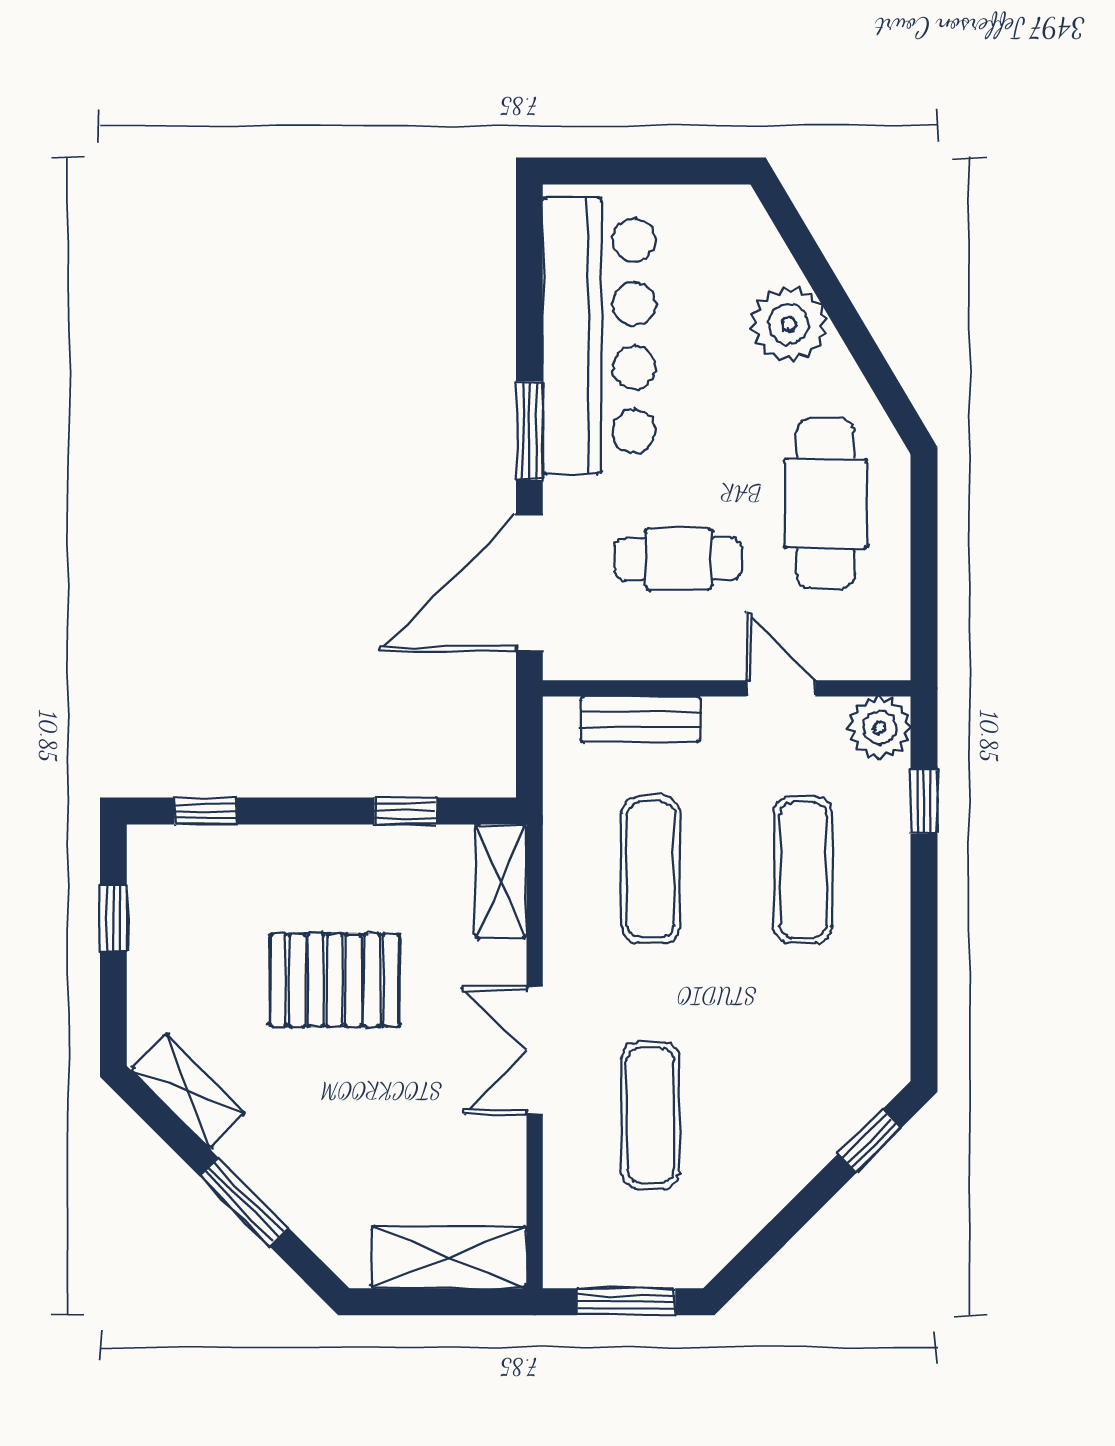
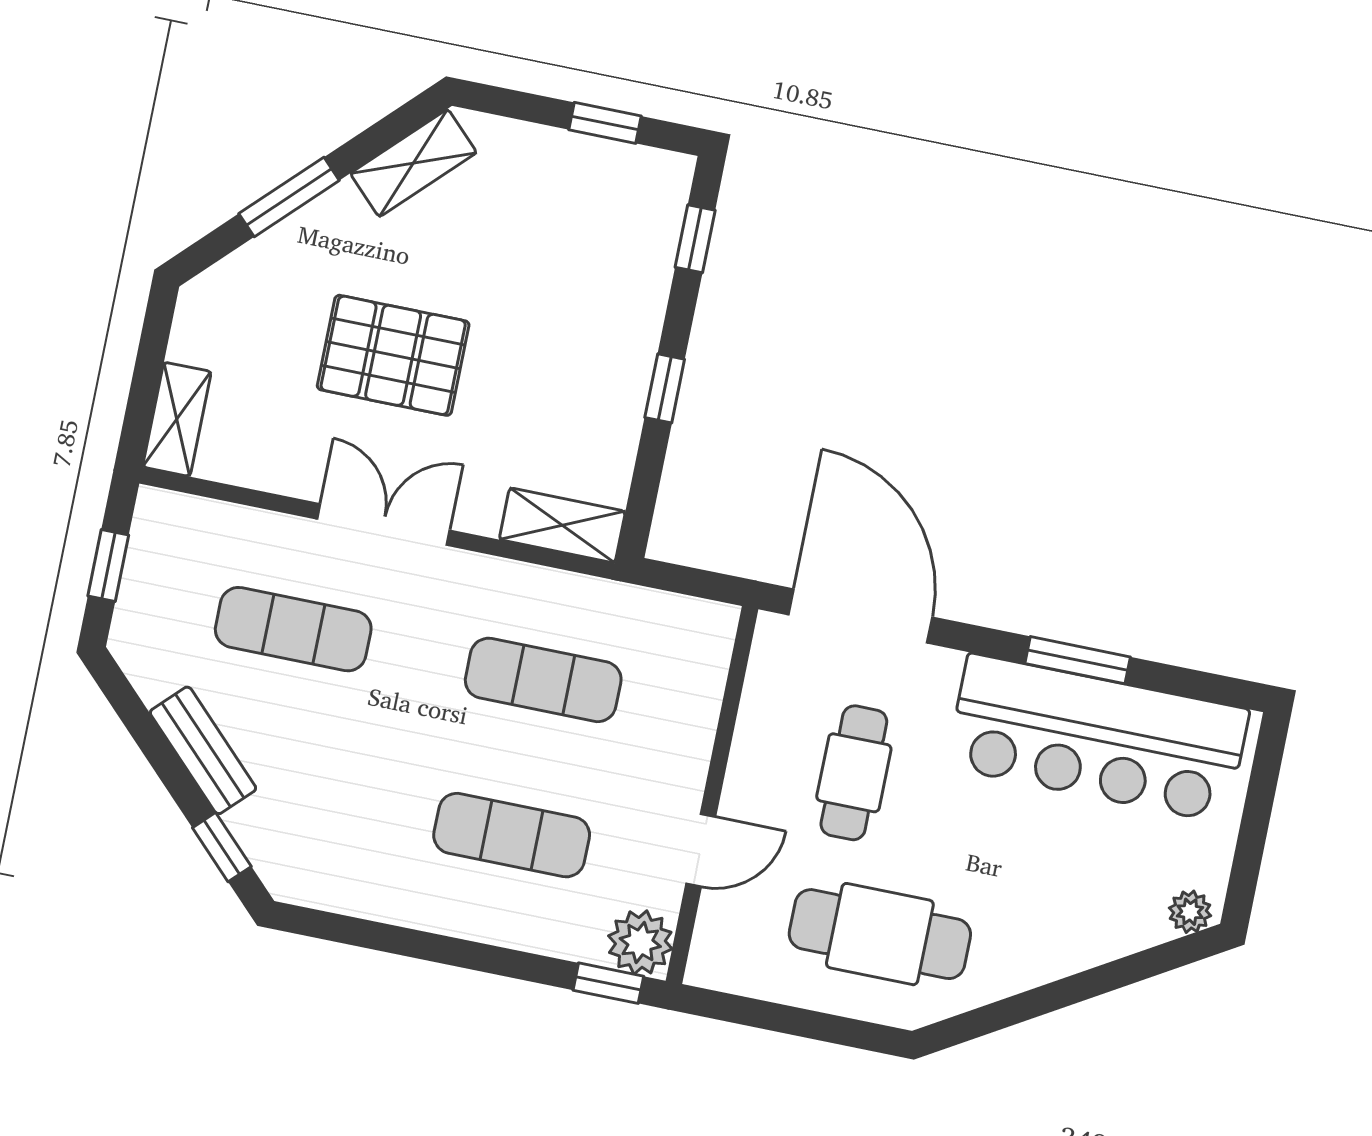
plant: (789, 324) -> (1190, 912), moved, width x0.53, depth x0.53
window: (529, 431) -> (1078, 660), moved
bench: (640, 719) -> (203, 750), moved, turned -45
window: (924, 801) -> (608, 983), moved
window: (406, 811) -> (665, 388), moved
pallet: (335, 980) -> (393, 355), moved, turned 90
shelving: (449, 1257) -> (177, 419), width x0.67, depth x0.75
window: (626, 1302) -> (108, 565), width x0.67

